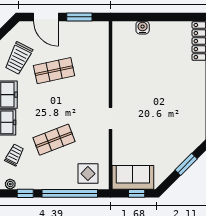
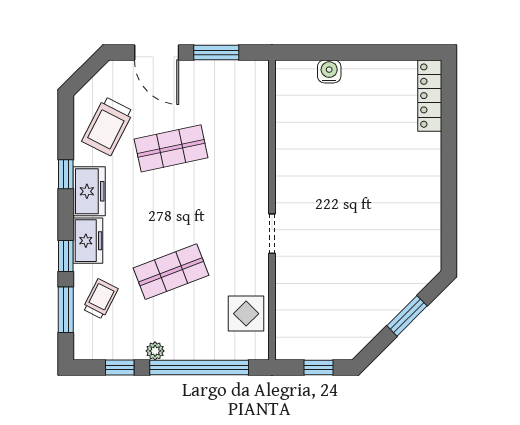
display table: (88, 174) -> (246, 314), moved
sofa: (133, 177) -> (312, 339), removed
plant: (10, 184) -> (155, 351), moved

